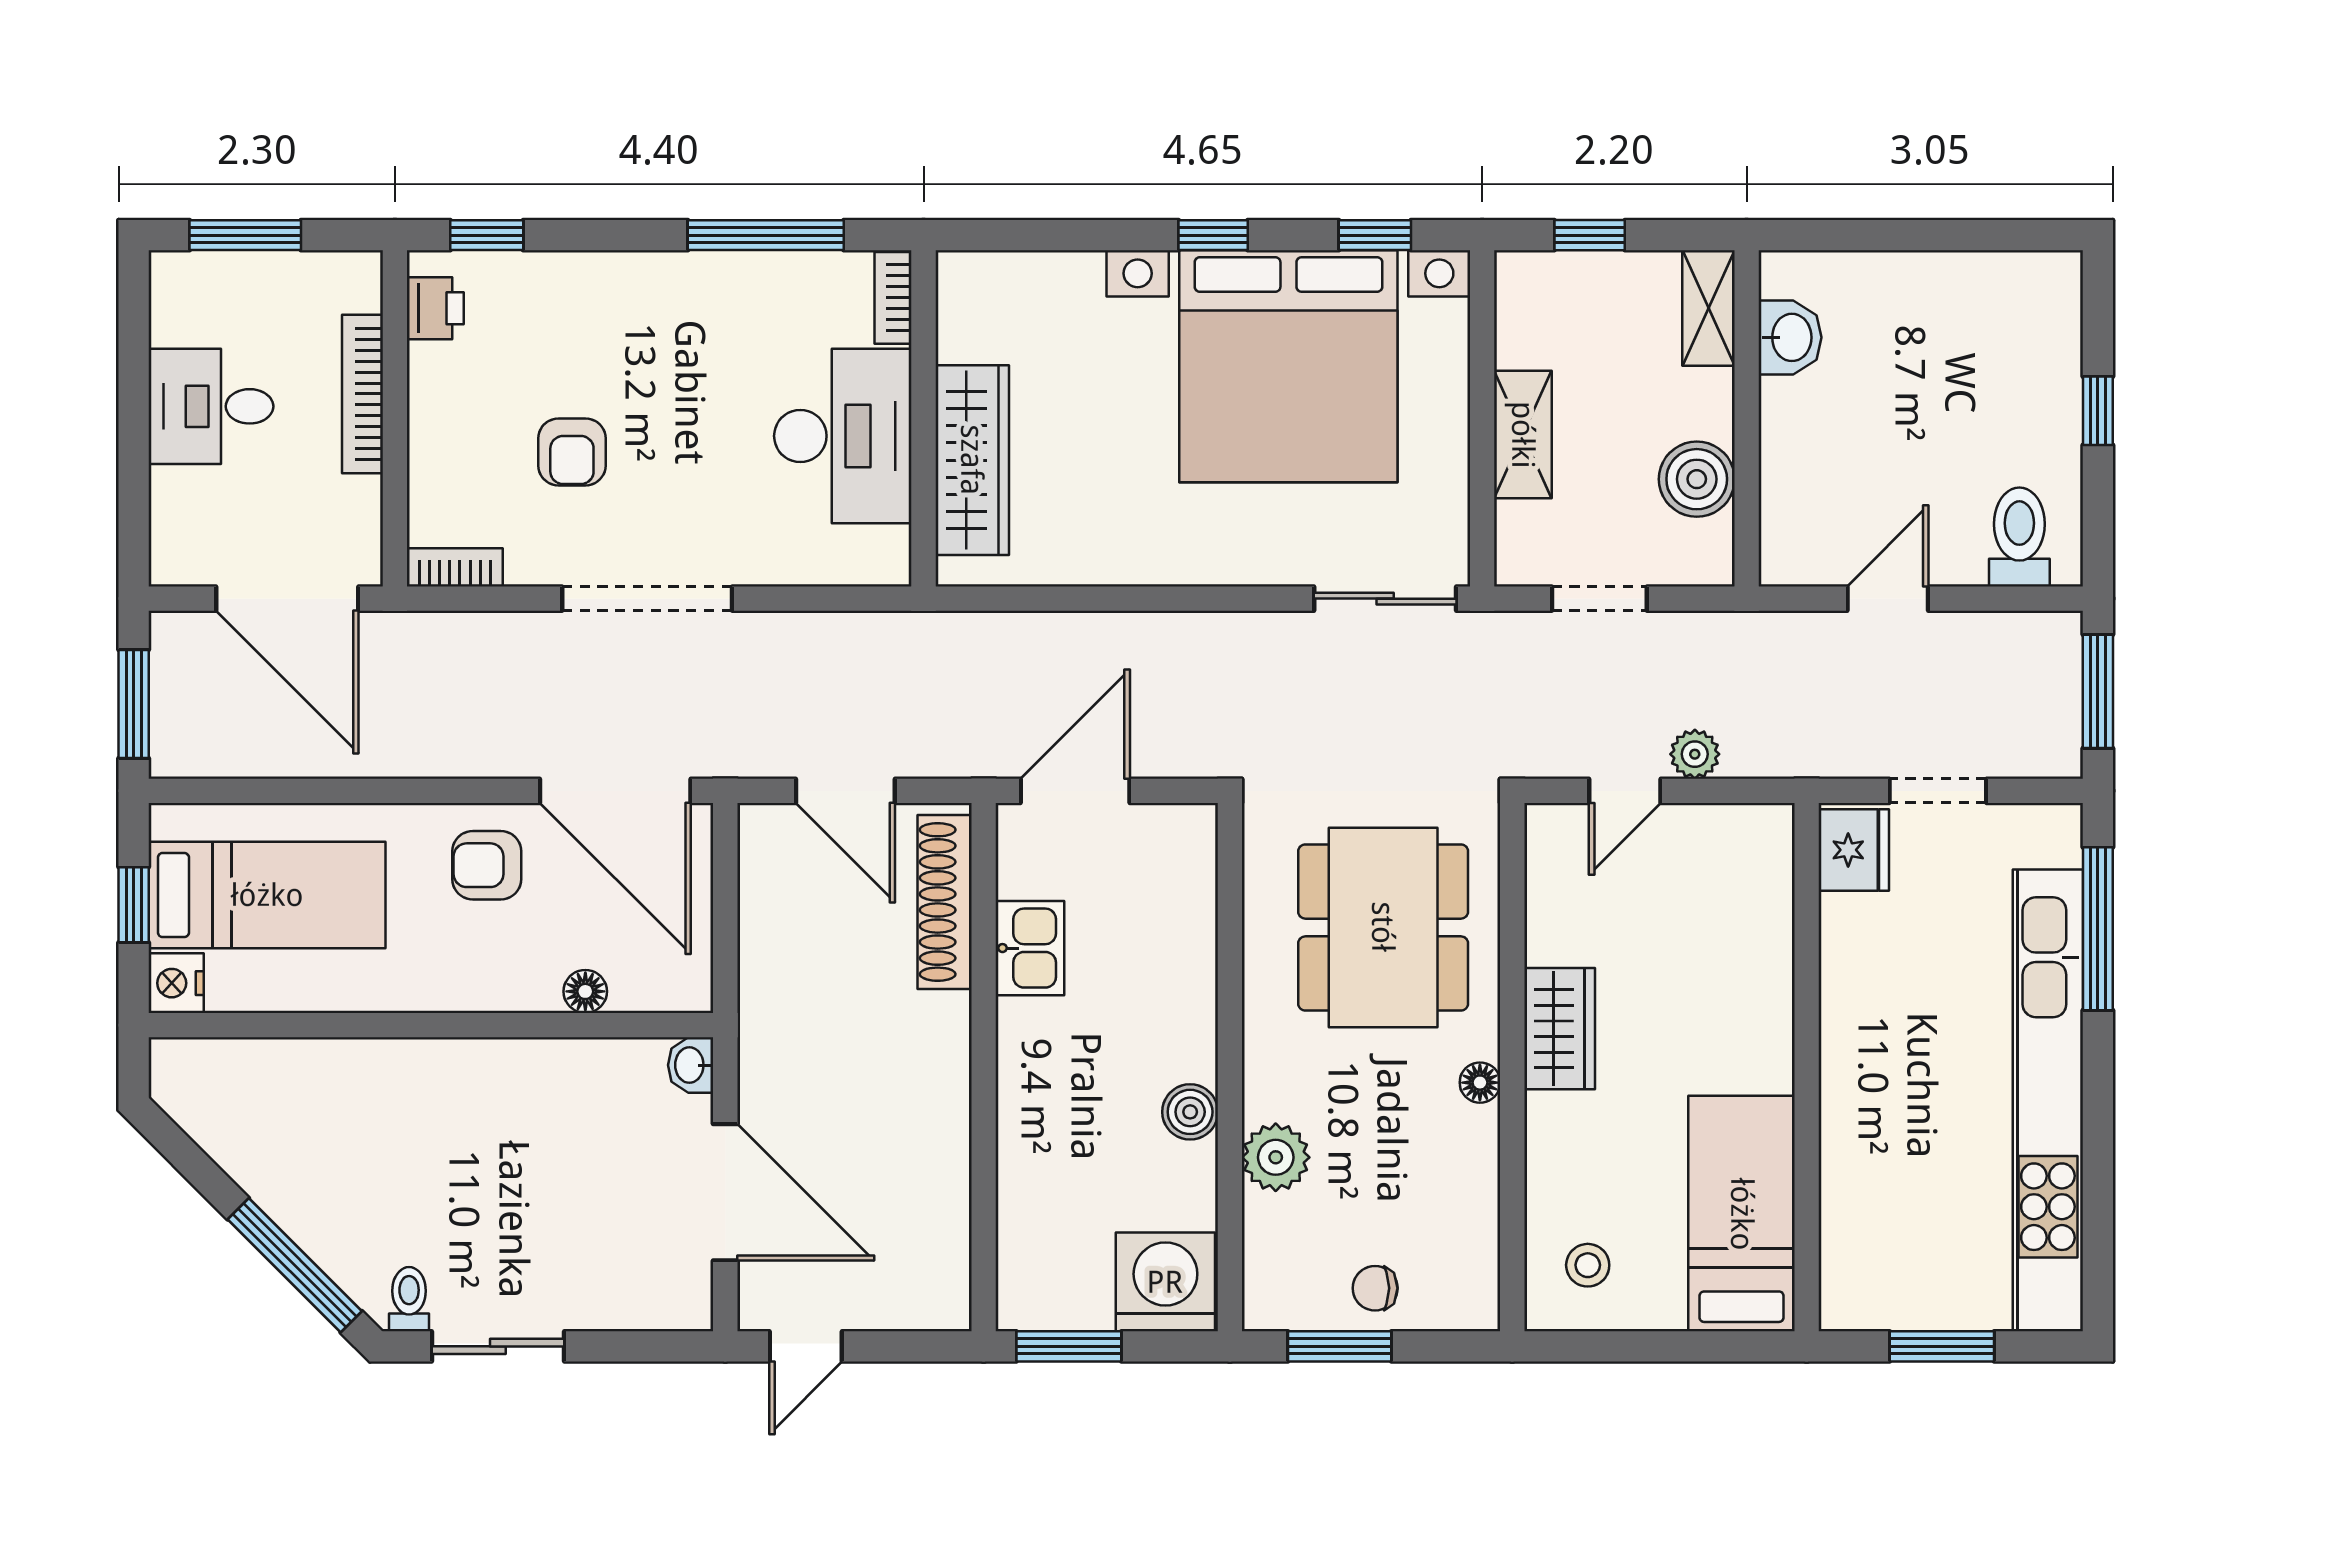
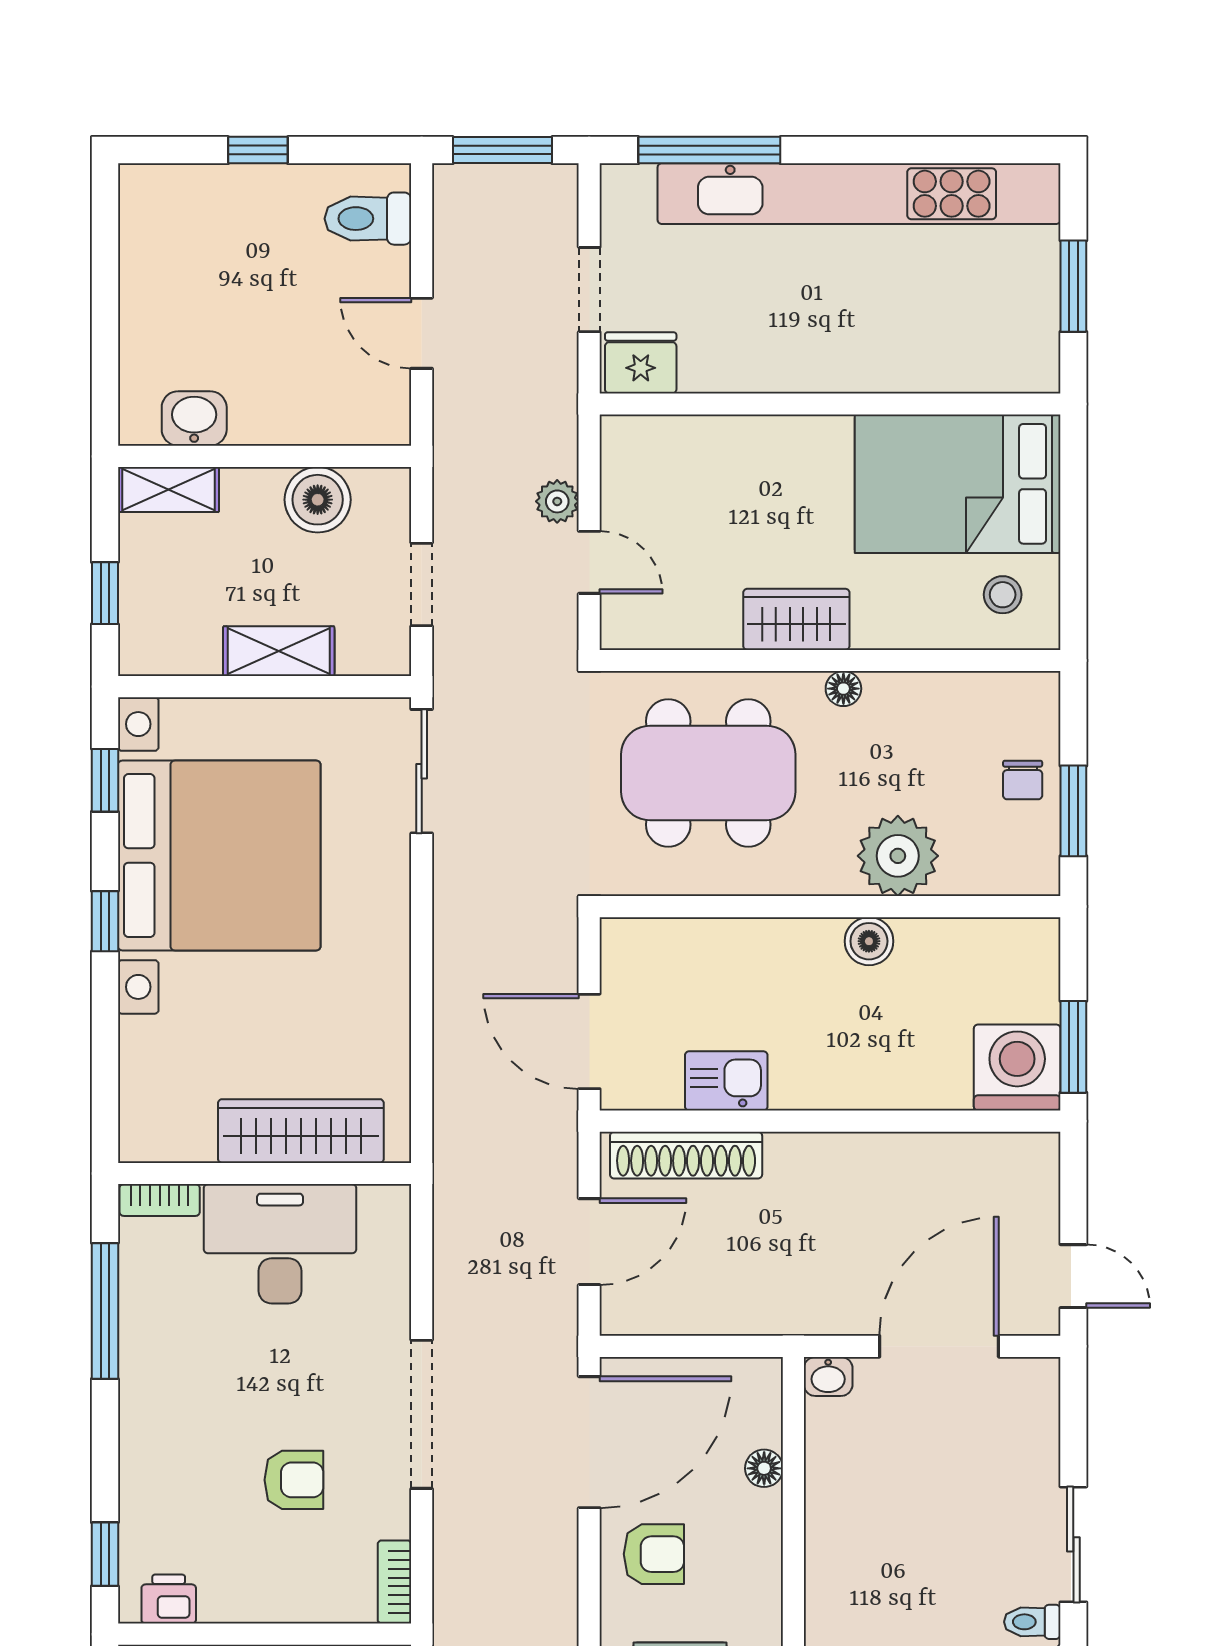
armchair: (487, 865) -> (654, 1554), turned -90
plant: (1276, 1157) -> (898, 856), width x1.36, depth x1.36
bed: (1742, 1214) -> (958, 484), width x1.50
washing machine: (1165, 1282) -> (1017, 1068), moved, turned 90

